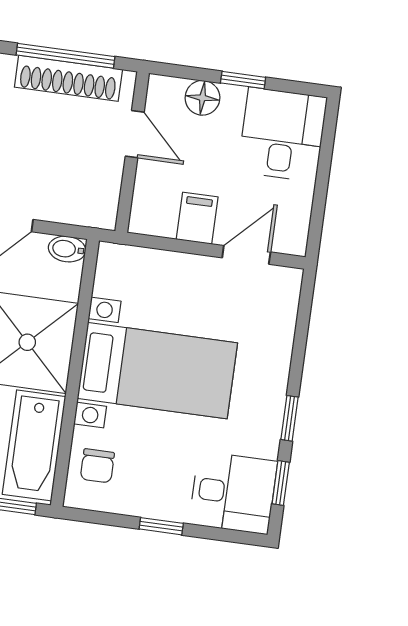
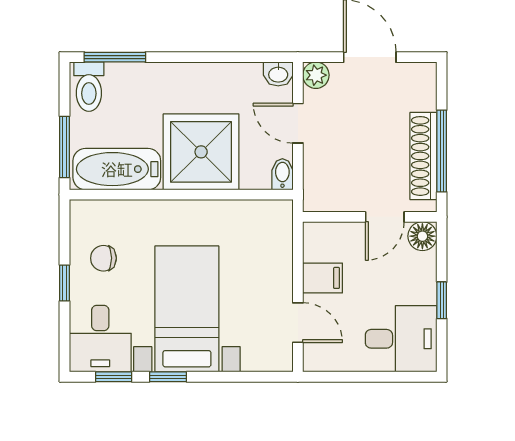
floor lamp: (202, 98) -> (422, 236), moved
bed with nightstands: (157, 371) -> (187, 309), moved, turned 180
chair: (97, 466) -> (103, 258), moved

